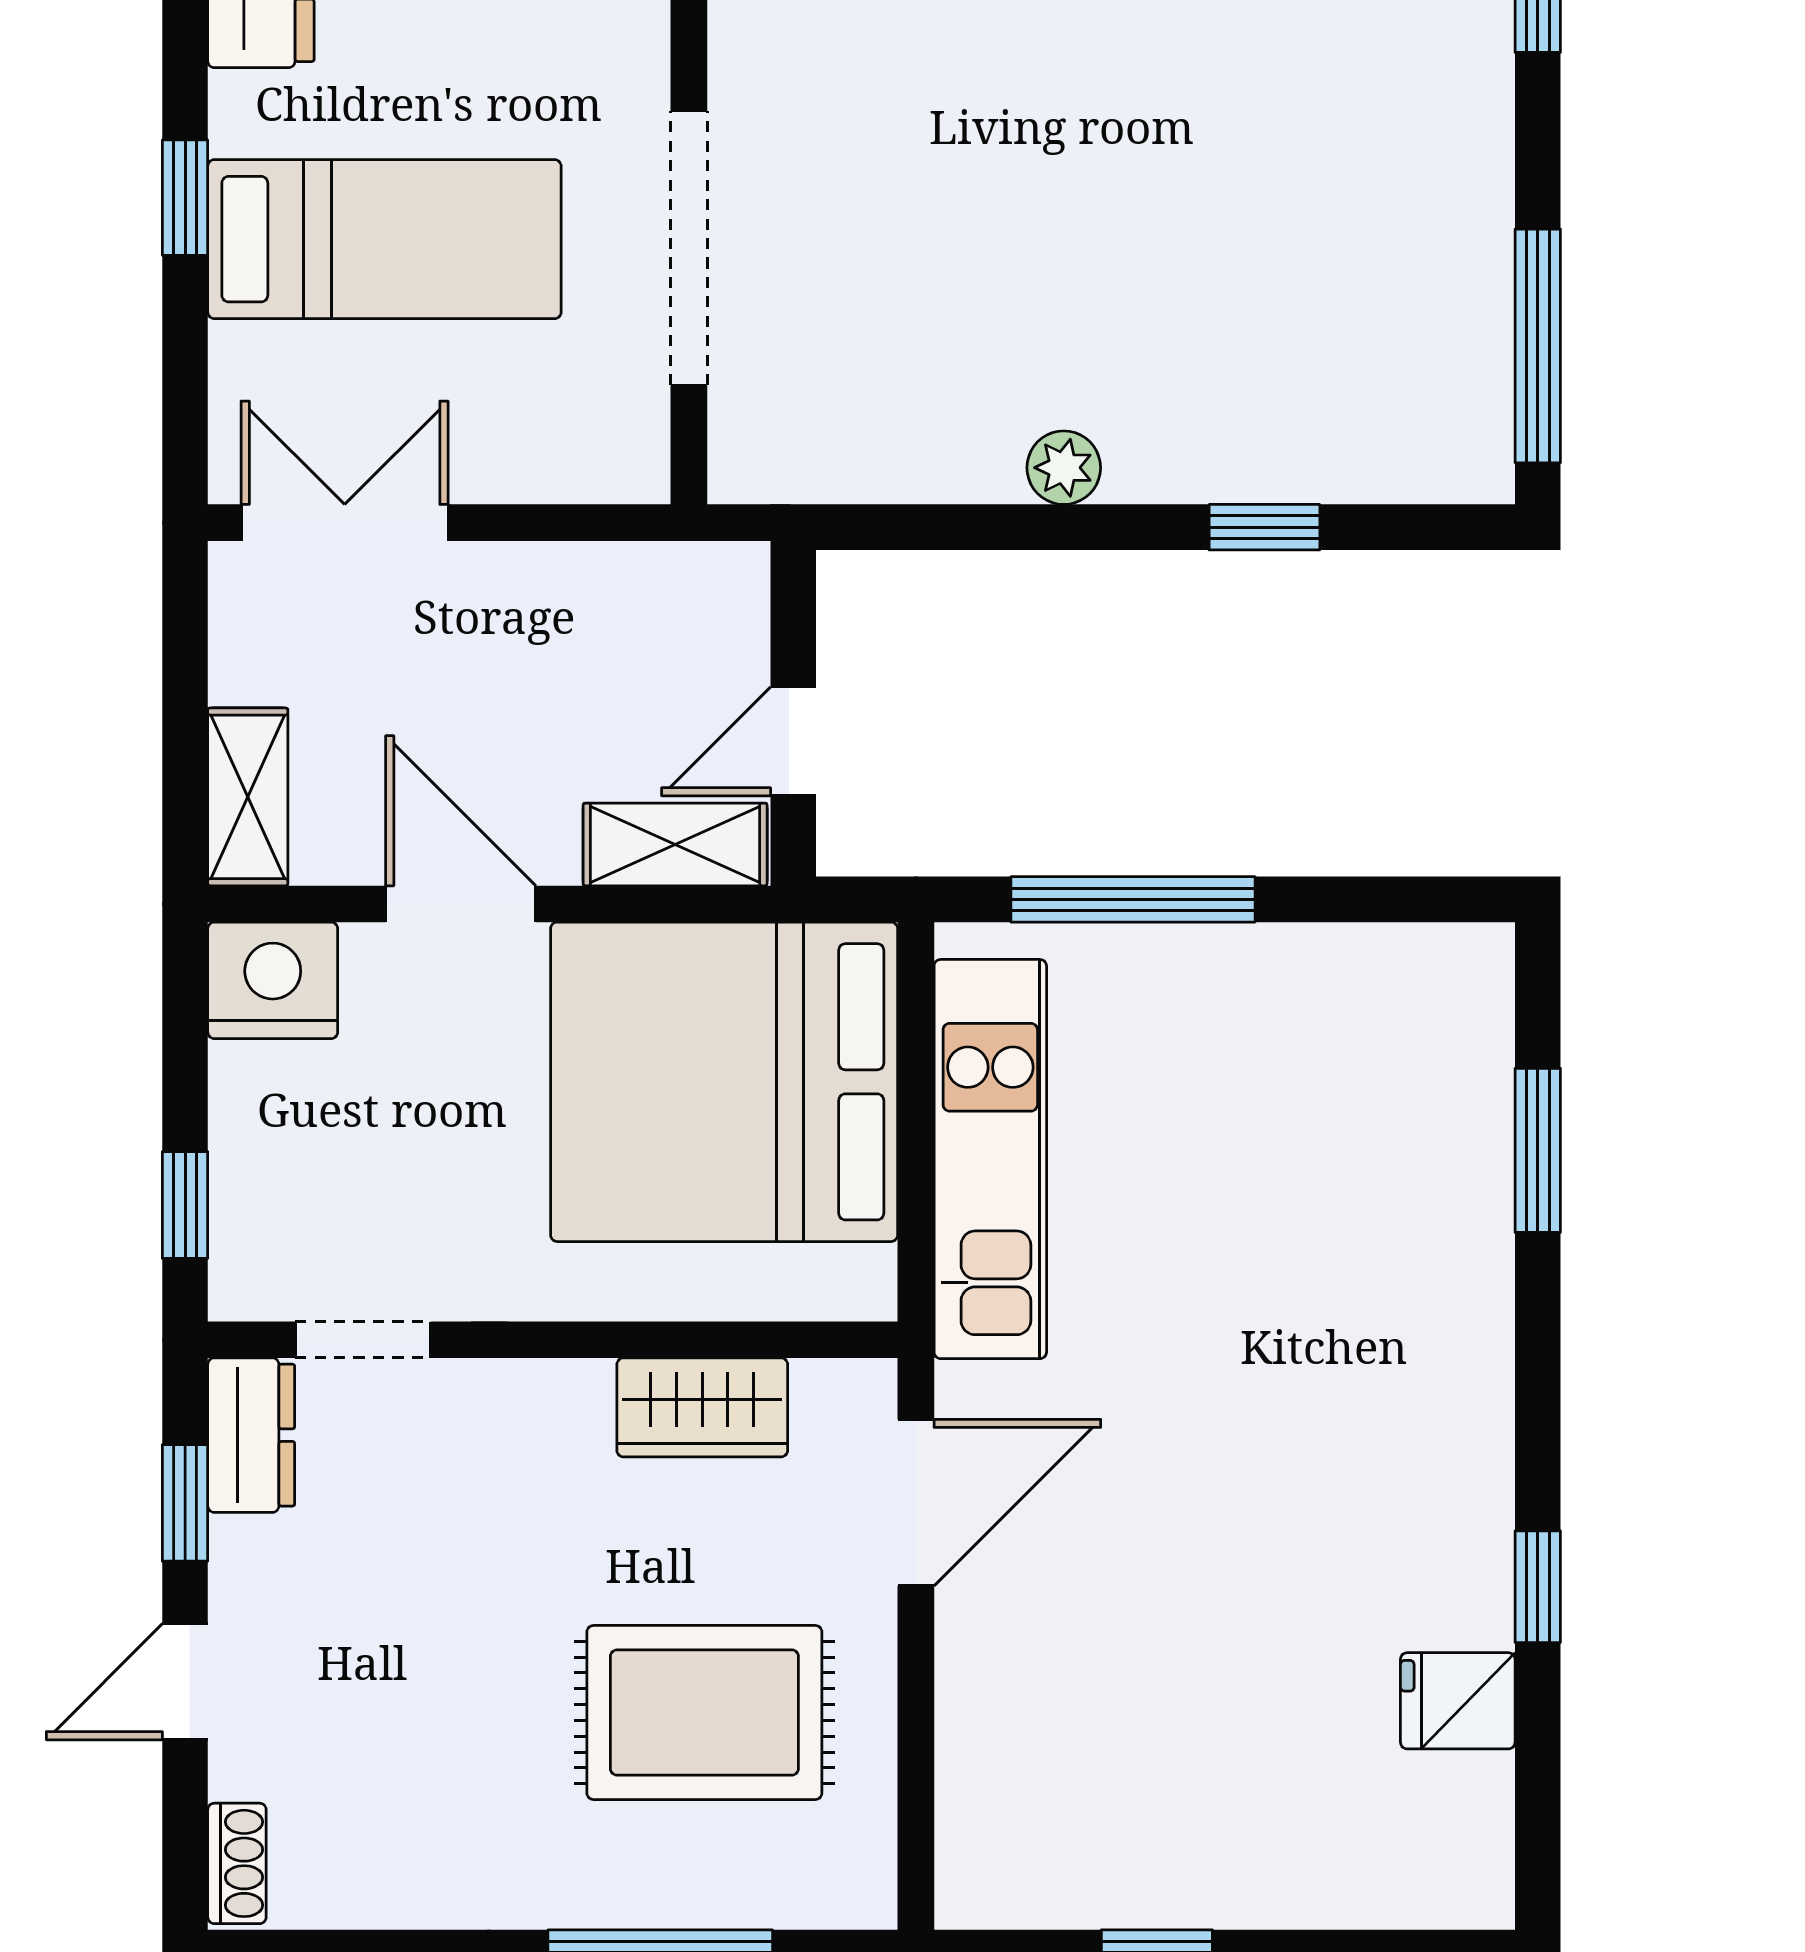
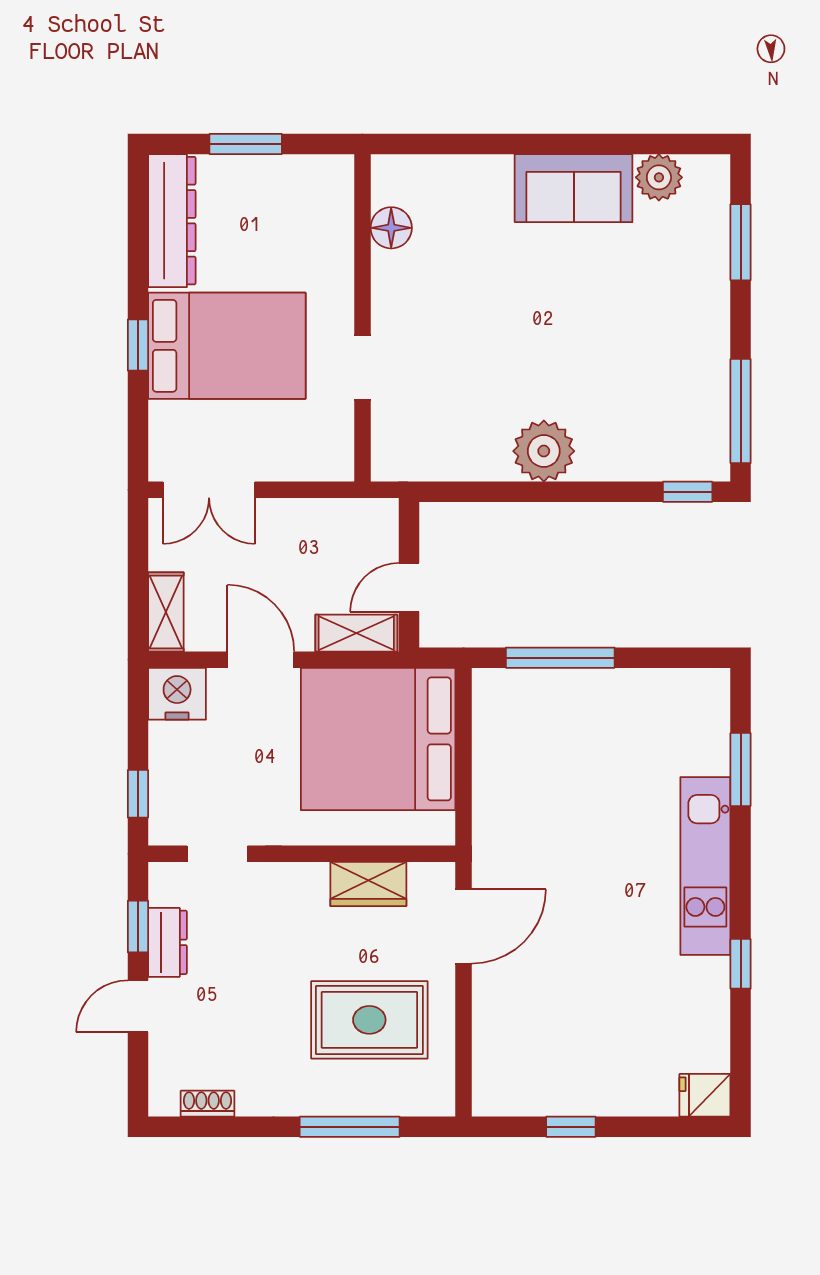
bed: (384, 239) -> (227, 346), width x1.50
doorway: (689, 248) -> (362, 368), width x0.53
plant: (1064, 468) -> (544, 451), width x1.87, depth x1.87
double door: (345, 523) -> (209, 490), swing flipped
window: (1264, 527) -> (688, 492), moved
kitchen unit: (990, 1159) -> (705, 866), moved, turned 180
dresser: (251, 1435) -> (167, 942), moved
fridge: (1458, 1701) -> (705, 1095), moved
shoe rack: (237, 1863) -> (207, 1104), moved, turned -90

